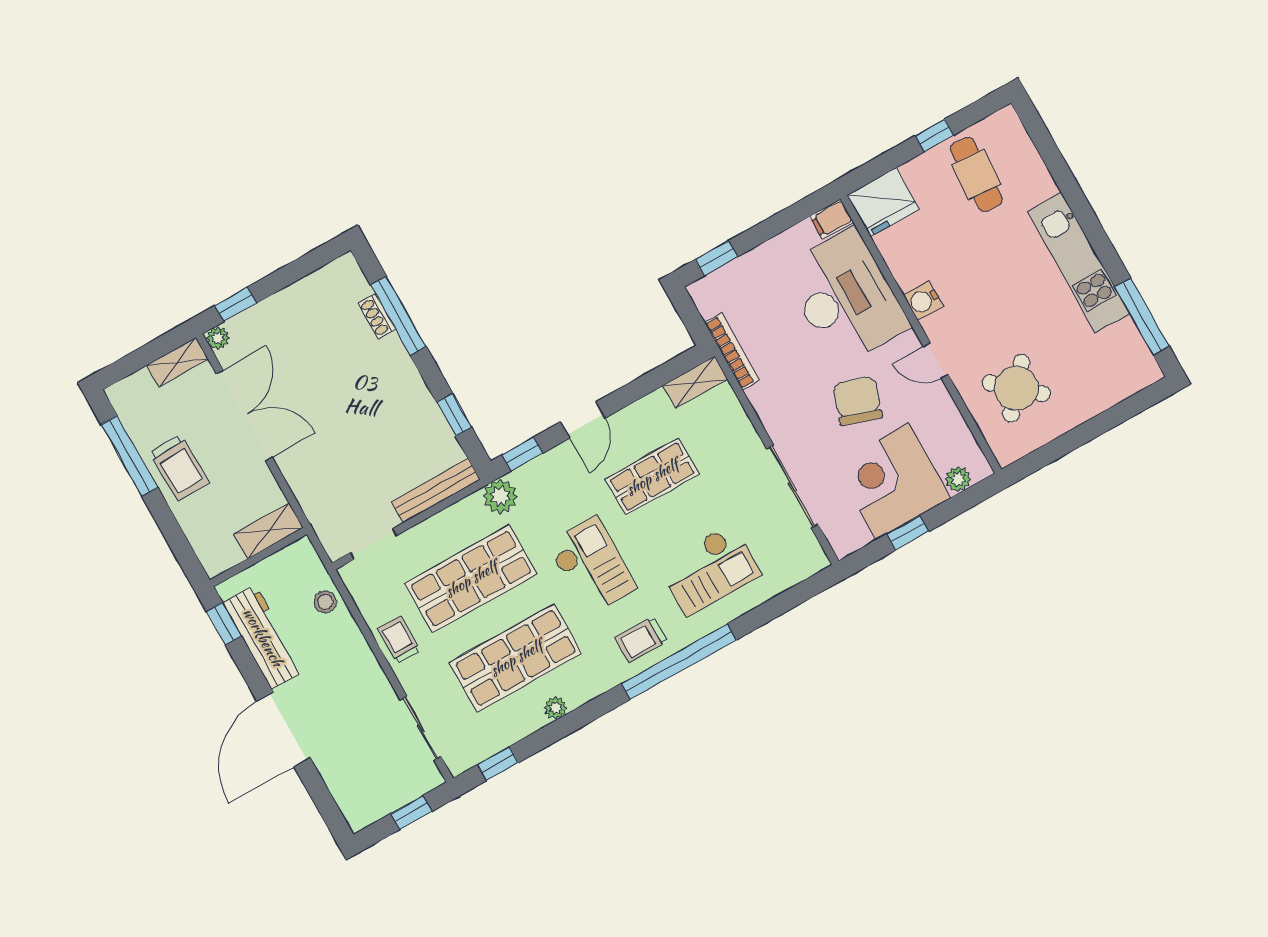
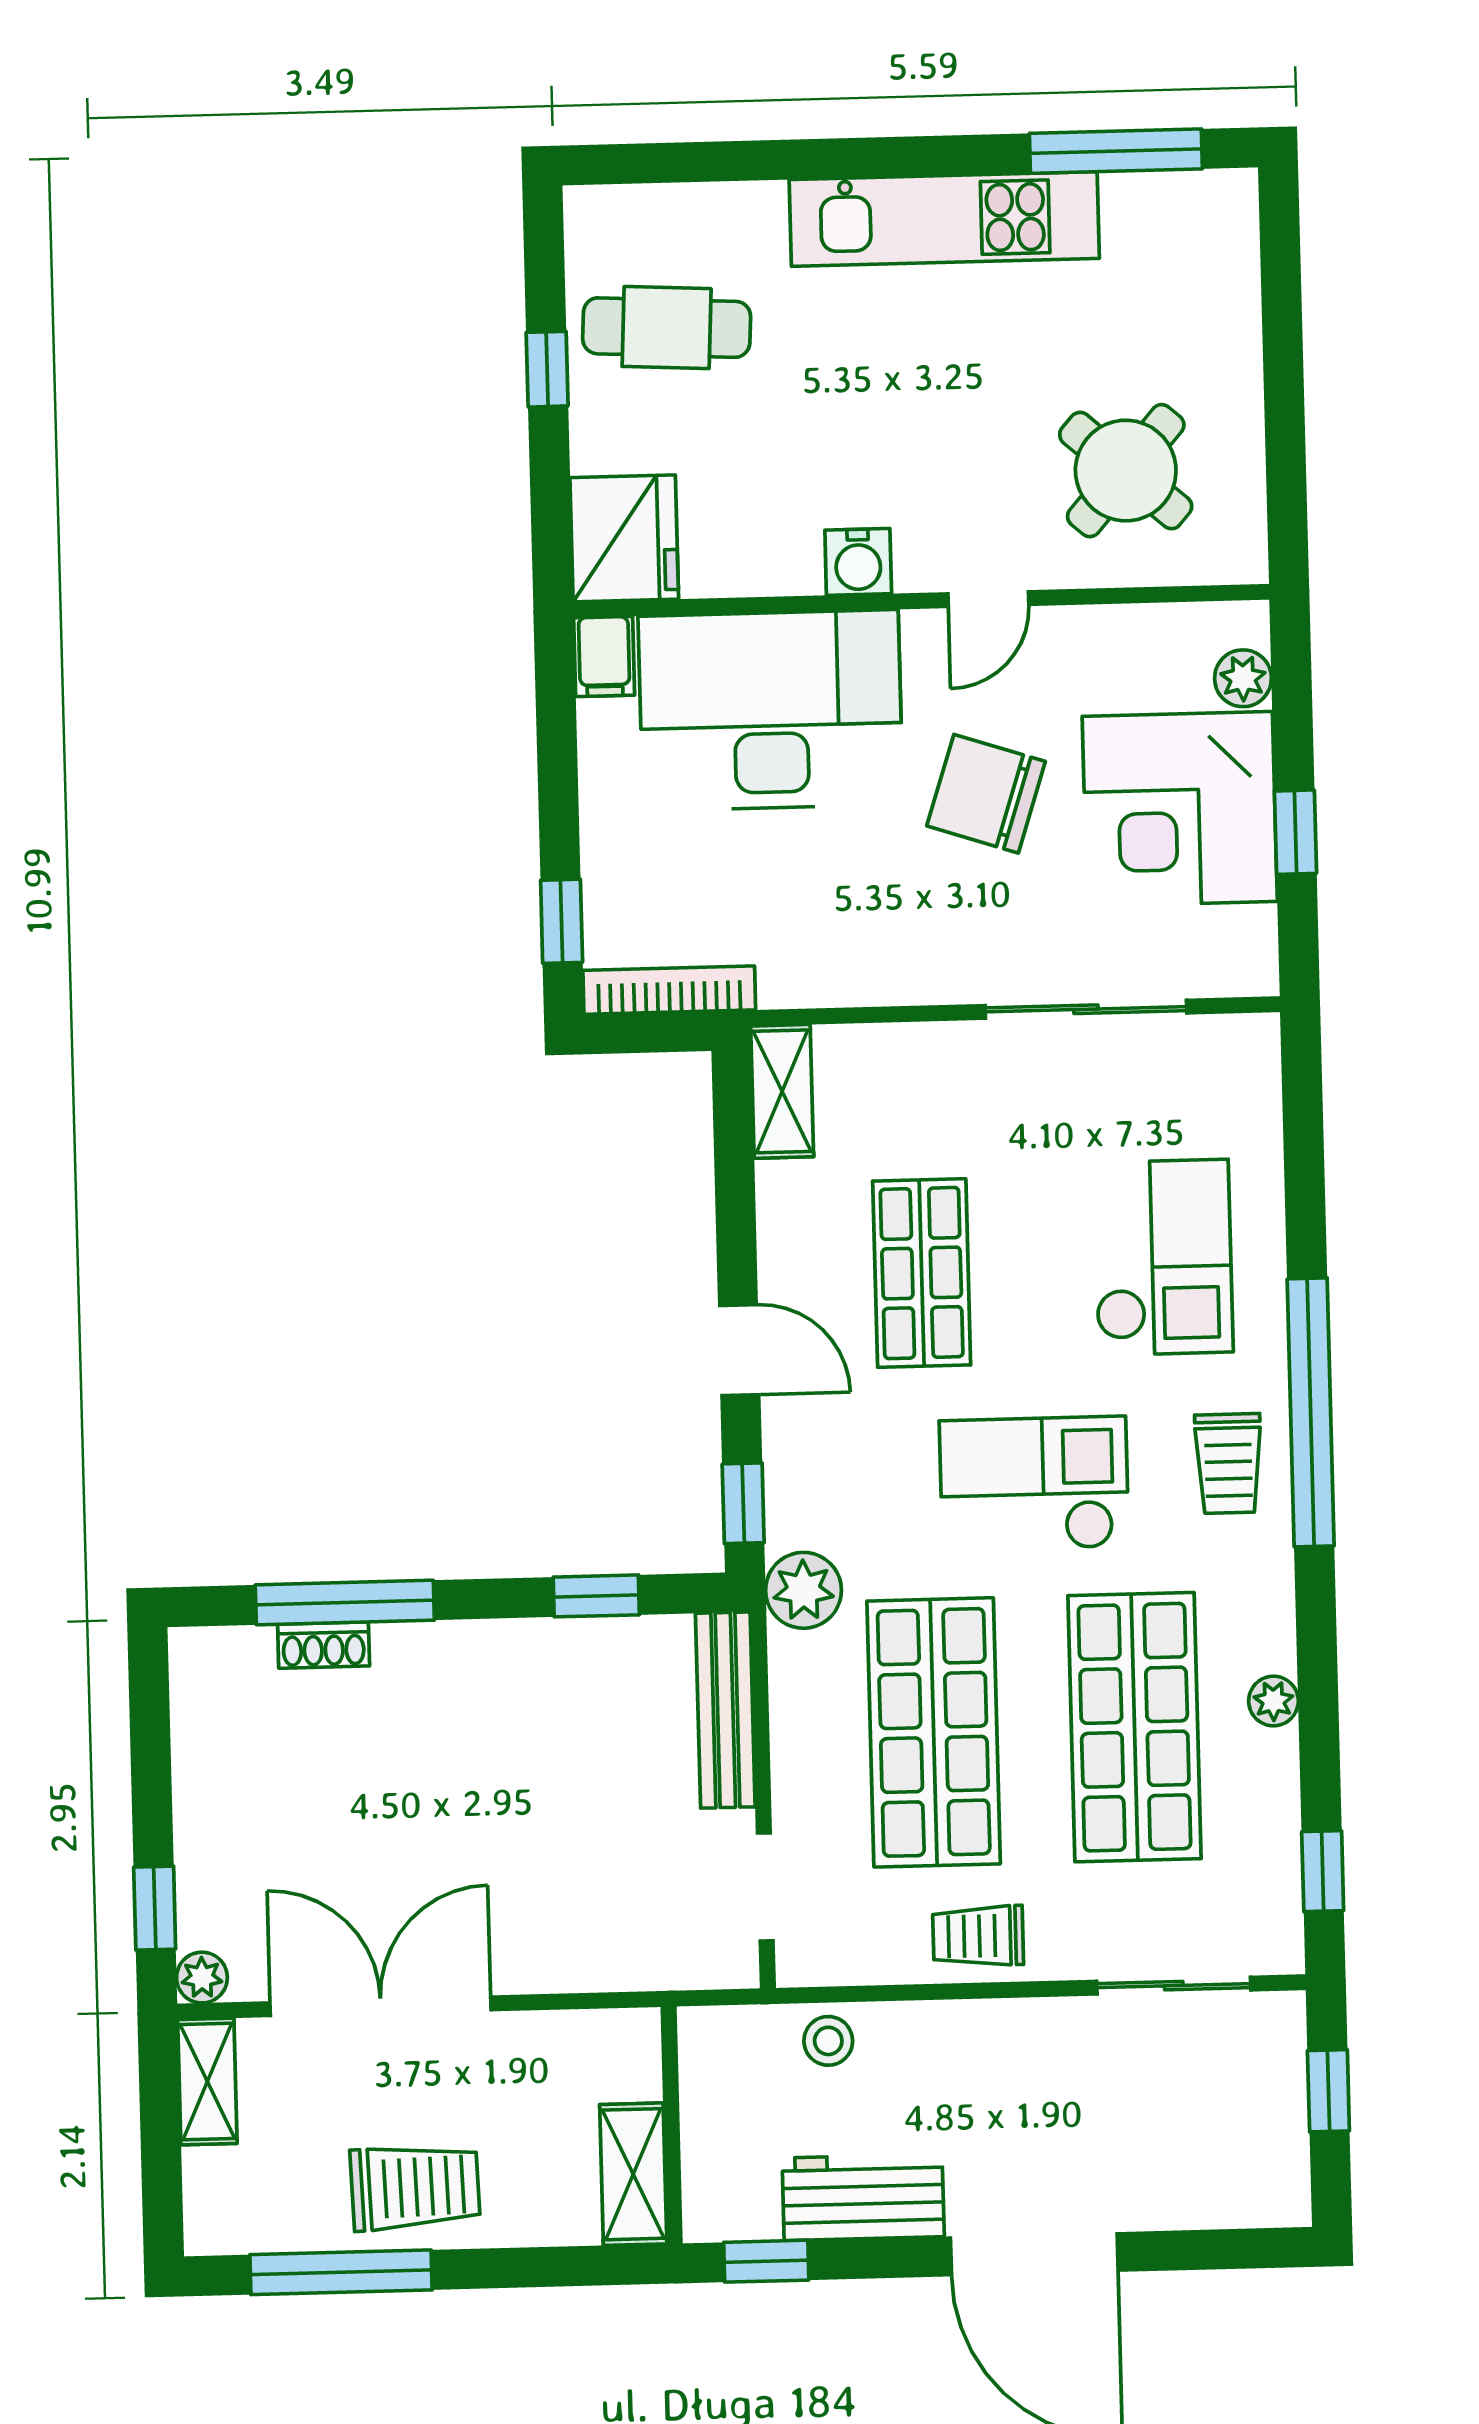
bookcase: (732, 351) -> (669, 990), moved
shelving: (268, 531) -> (633, 2174), moved
workbench: (263, 637) -> (863, 2197), width x0.73

